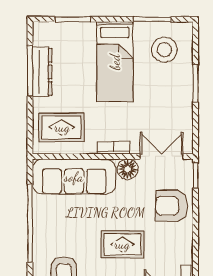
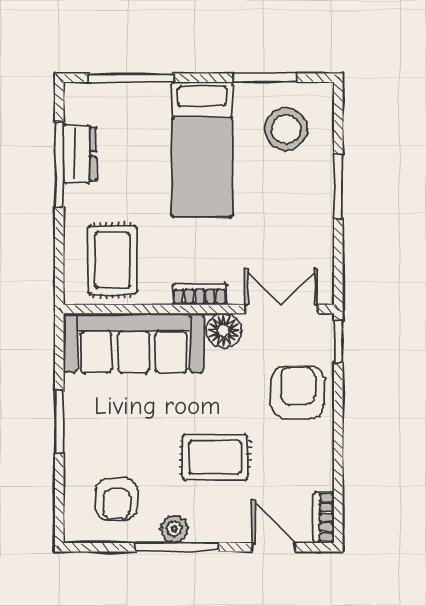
window: (73, 19) -> (131, 78), width x1.44
dresser: (42, 72) -> (80, 154), width x0.70
rug: (62, 127) -> (112, 260), turned 90
armchair: (171, 206) -> (298, 392), turned 90
window: (30, 223) -> (59, 422), width x0.47

